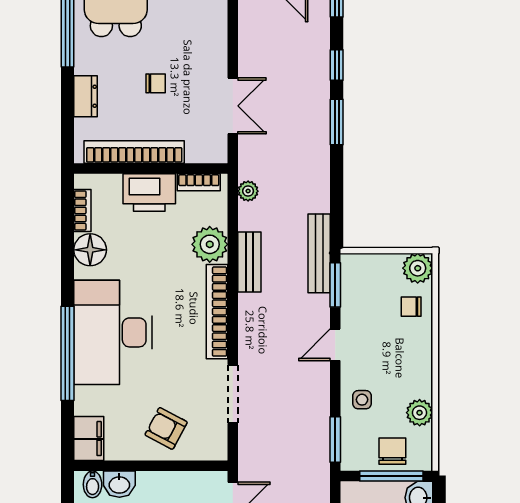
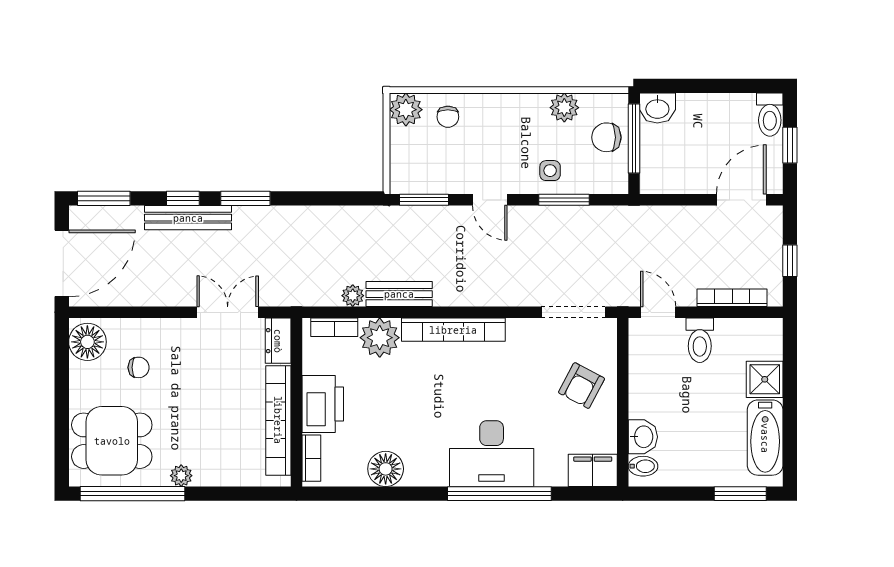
plant: (84, 63) -> (181, 476), added
chair: (156, 83) -> (139, 367), moved, turned 90
dresser: (86, 96) -> (278, 341), moved, turned -90
bookcase: (199, 182) -> (334, 327), moved, turned 90
plant: (248, 191) -> (353, 296), moved
bookcase: (82, 210) -> (311, 458), moved, turned 90
bench: (319, 253) -> (188, 218), moved
desk: (113, 332) -> (492, 454), width x0.73, depth x0.77
doorway: (233, 394) -> (573, 312), moved
window: (335, 440) -> (564, 200), moved

